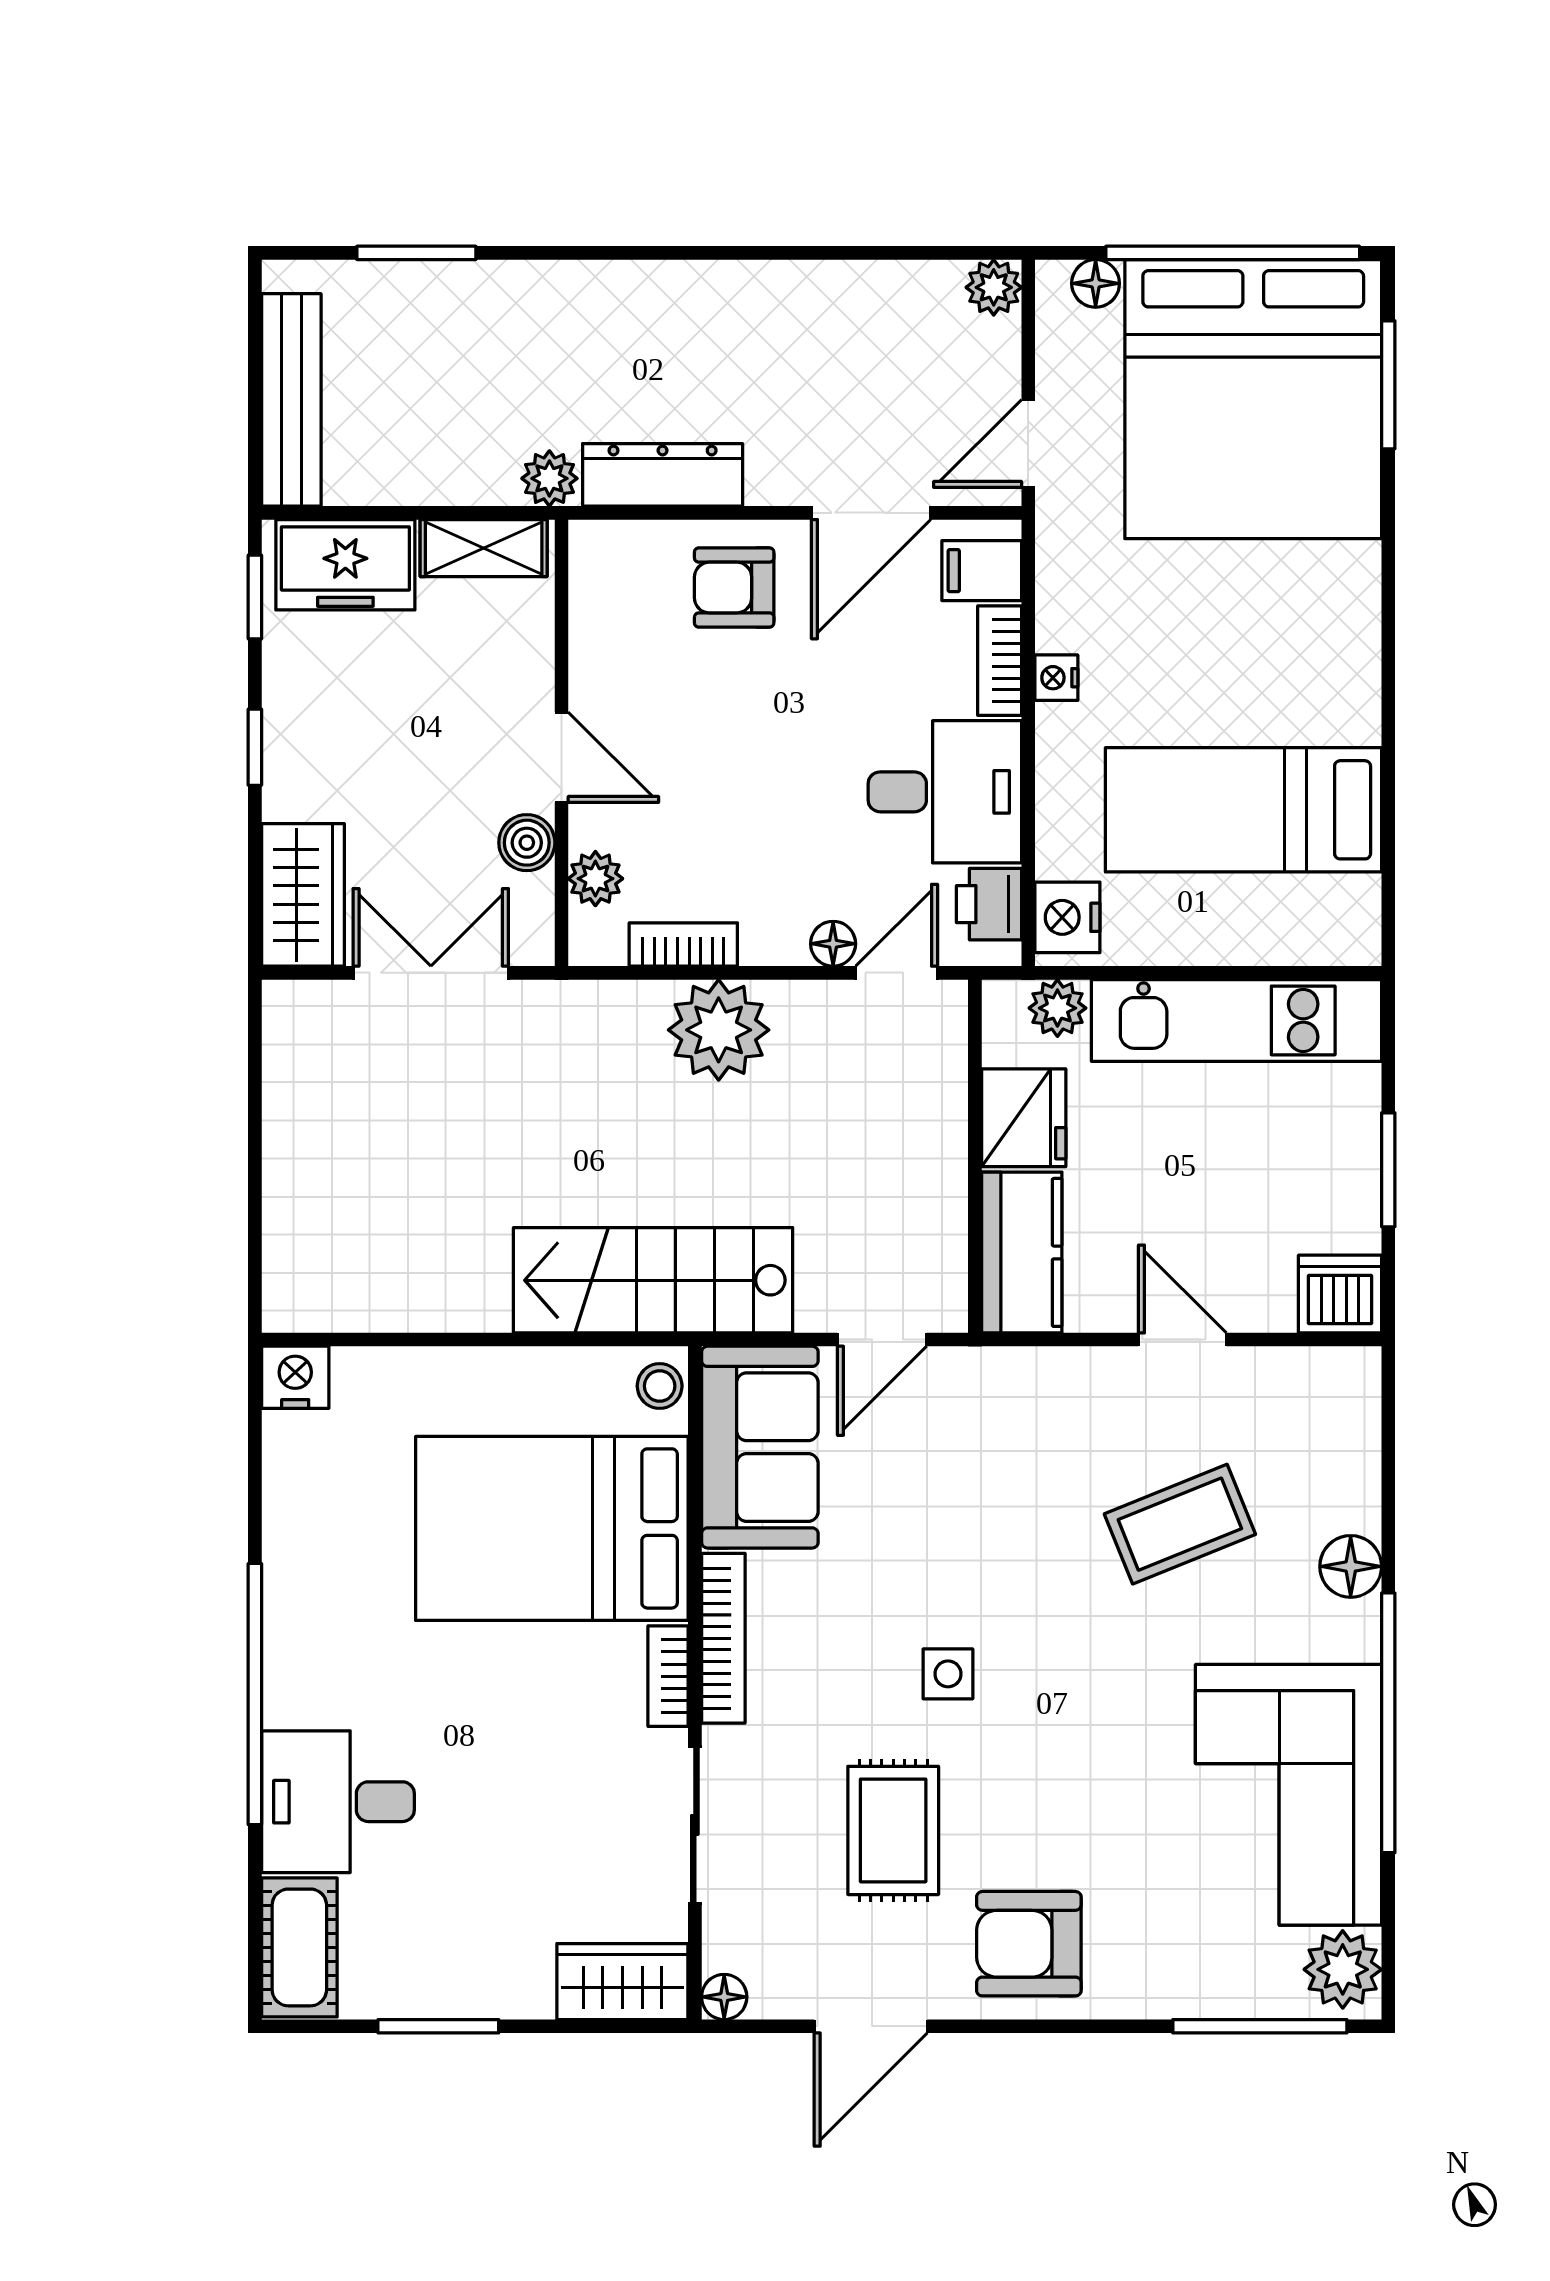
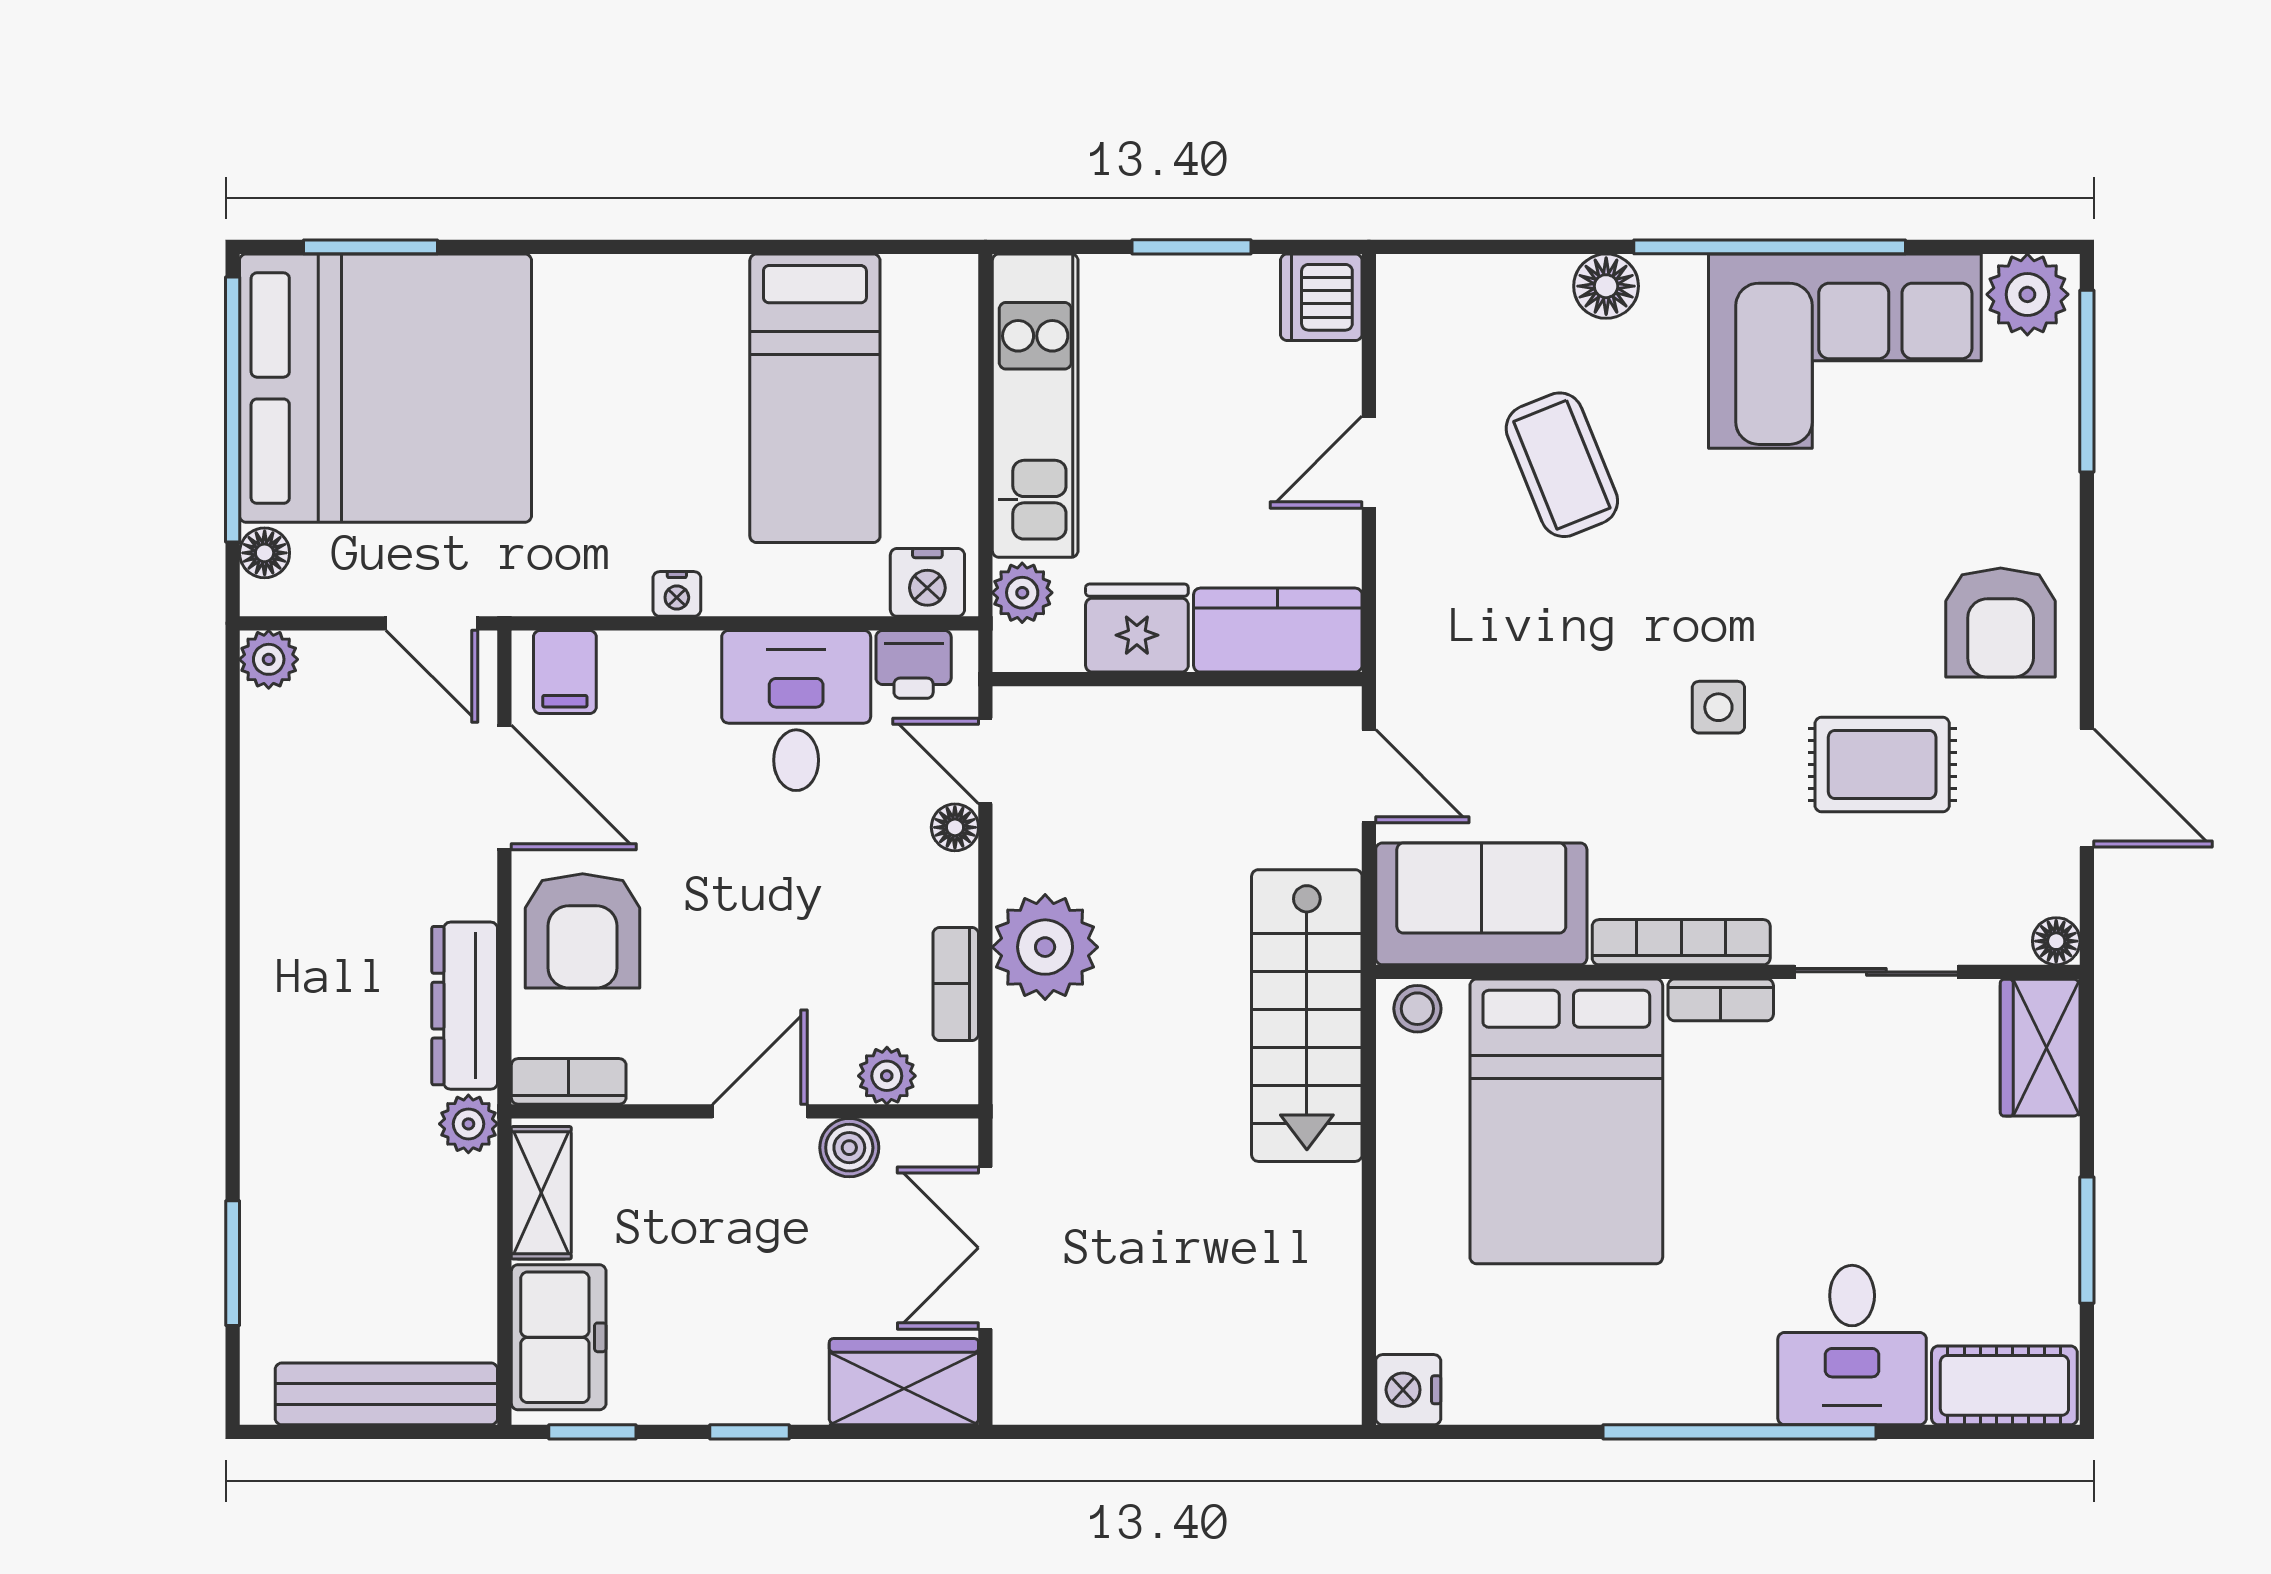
armchair: (734, 588) -> (583, 931), width x1.38, depth x1.38
bookcase: (1000, 661) -> (569, 1081), moved, turned 180

